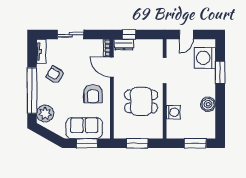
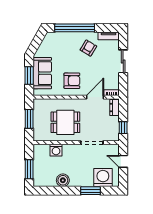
window: (129, 35) -> (123, 128), moved
armchair: (93, 94) -> (72, 81), turned 180
dining table: (141, 101) -> (65, 122), turned 90
plant: (45, 114) -> (55, 39), removed

